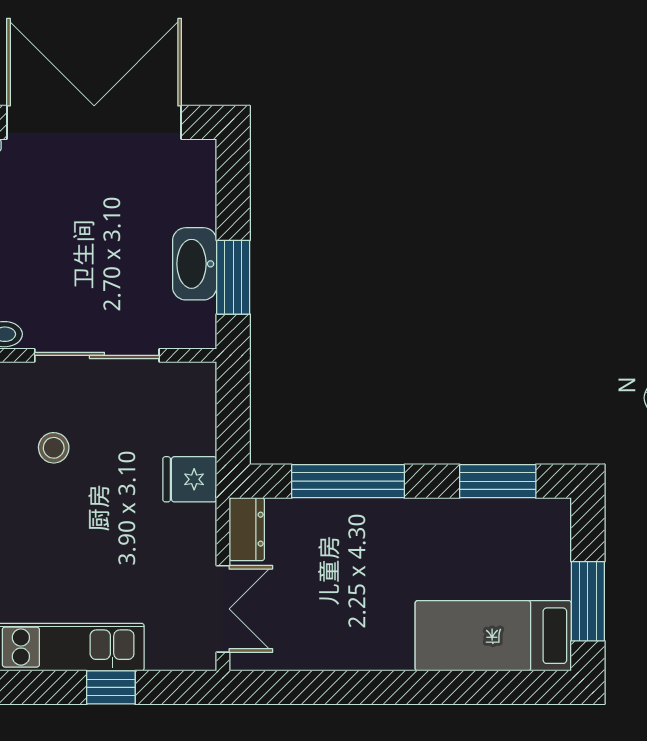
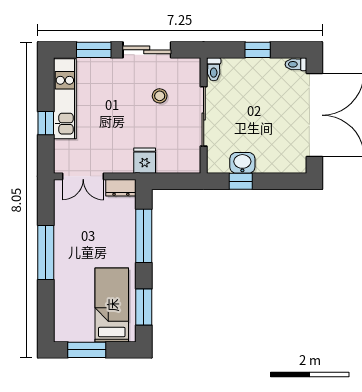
washbasin: (195, 264) -> (242, 163), width x0.72
window: (233, 277) -> (241, 181), width x0.67
bed: (493, 636) -> (112, 305), moved
window: (383, 687) -> (46, 252), added

